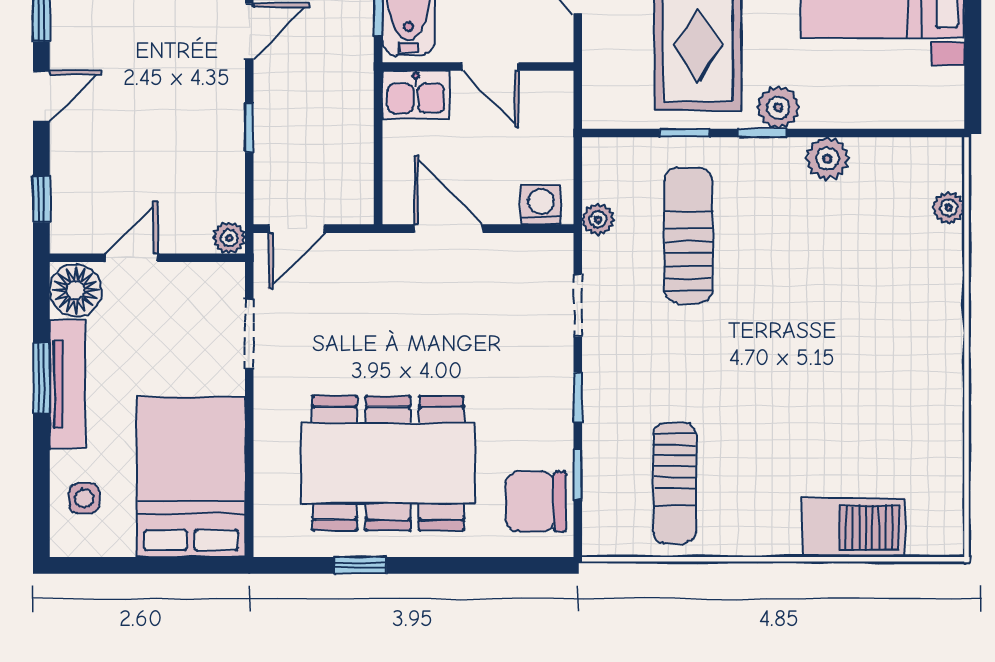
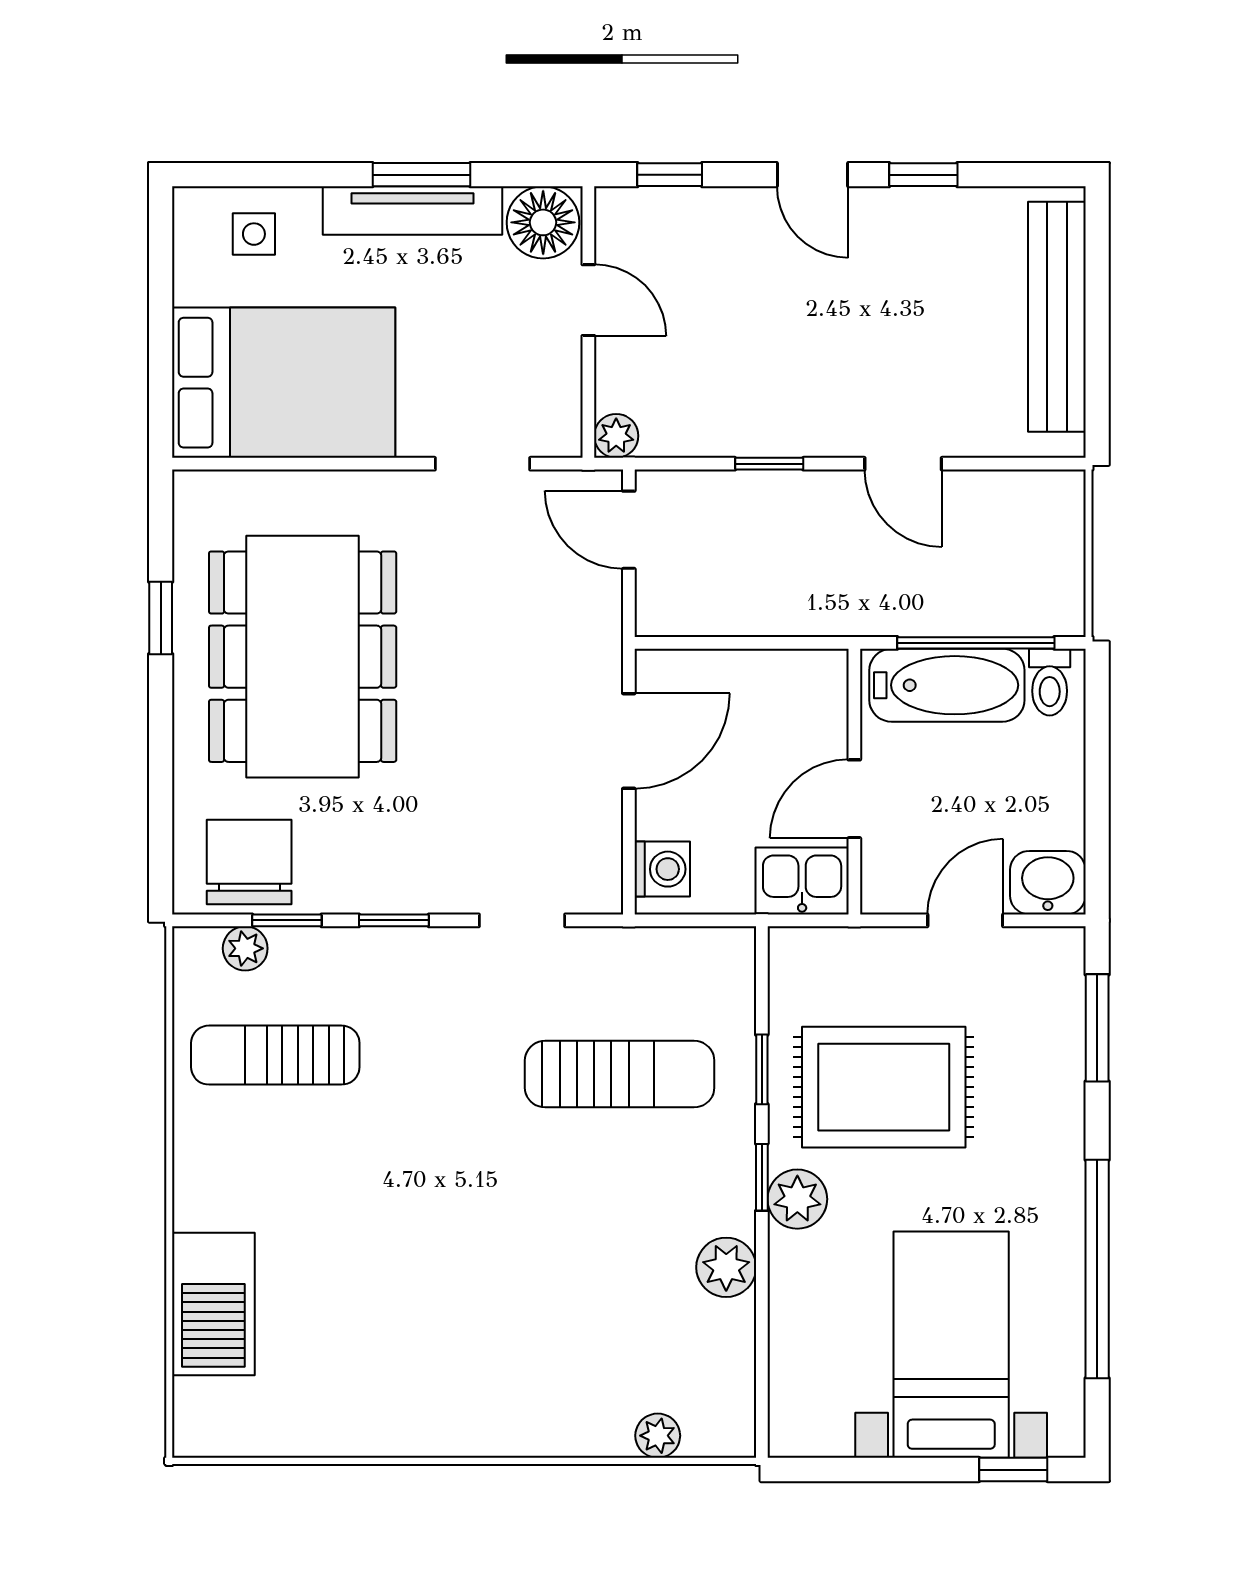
kitchen sink: (416, 95) -> (802, 881), moved, turned 90
plant: (598, 220) -> (245, 948), moved

